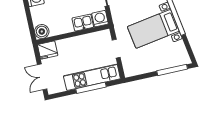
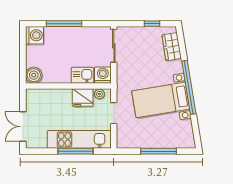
plant: (101, 35) -> (99, 94), added
fridge: (48, 50) -> (83, 98), moved
window: (172, 70) -> (158, 151), moved

